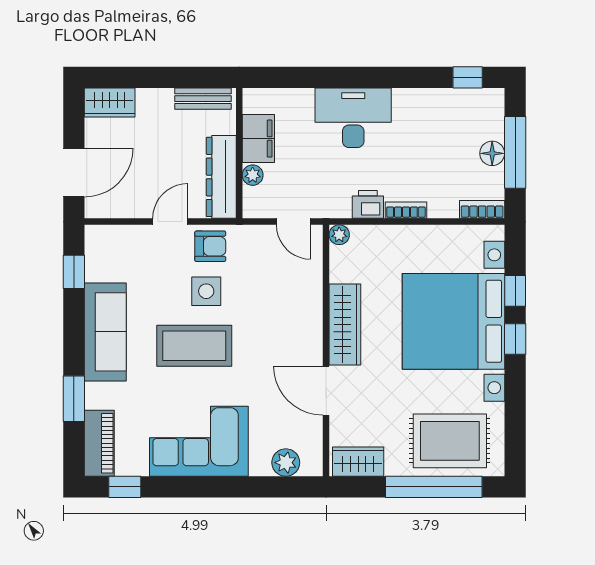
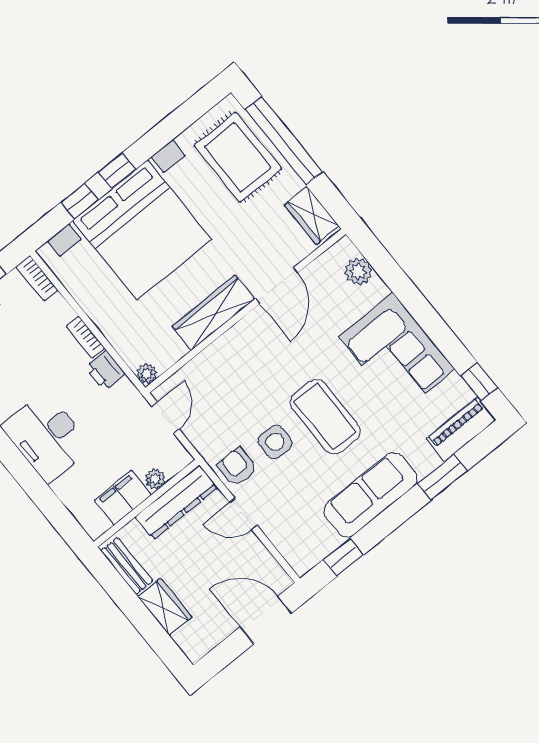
wardrobe: (110, 102) -> (165, 607), moved

